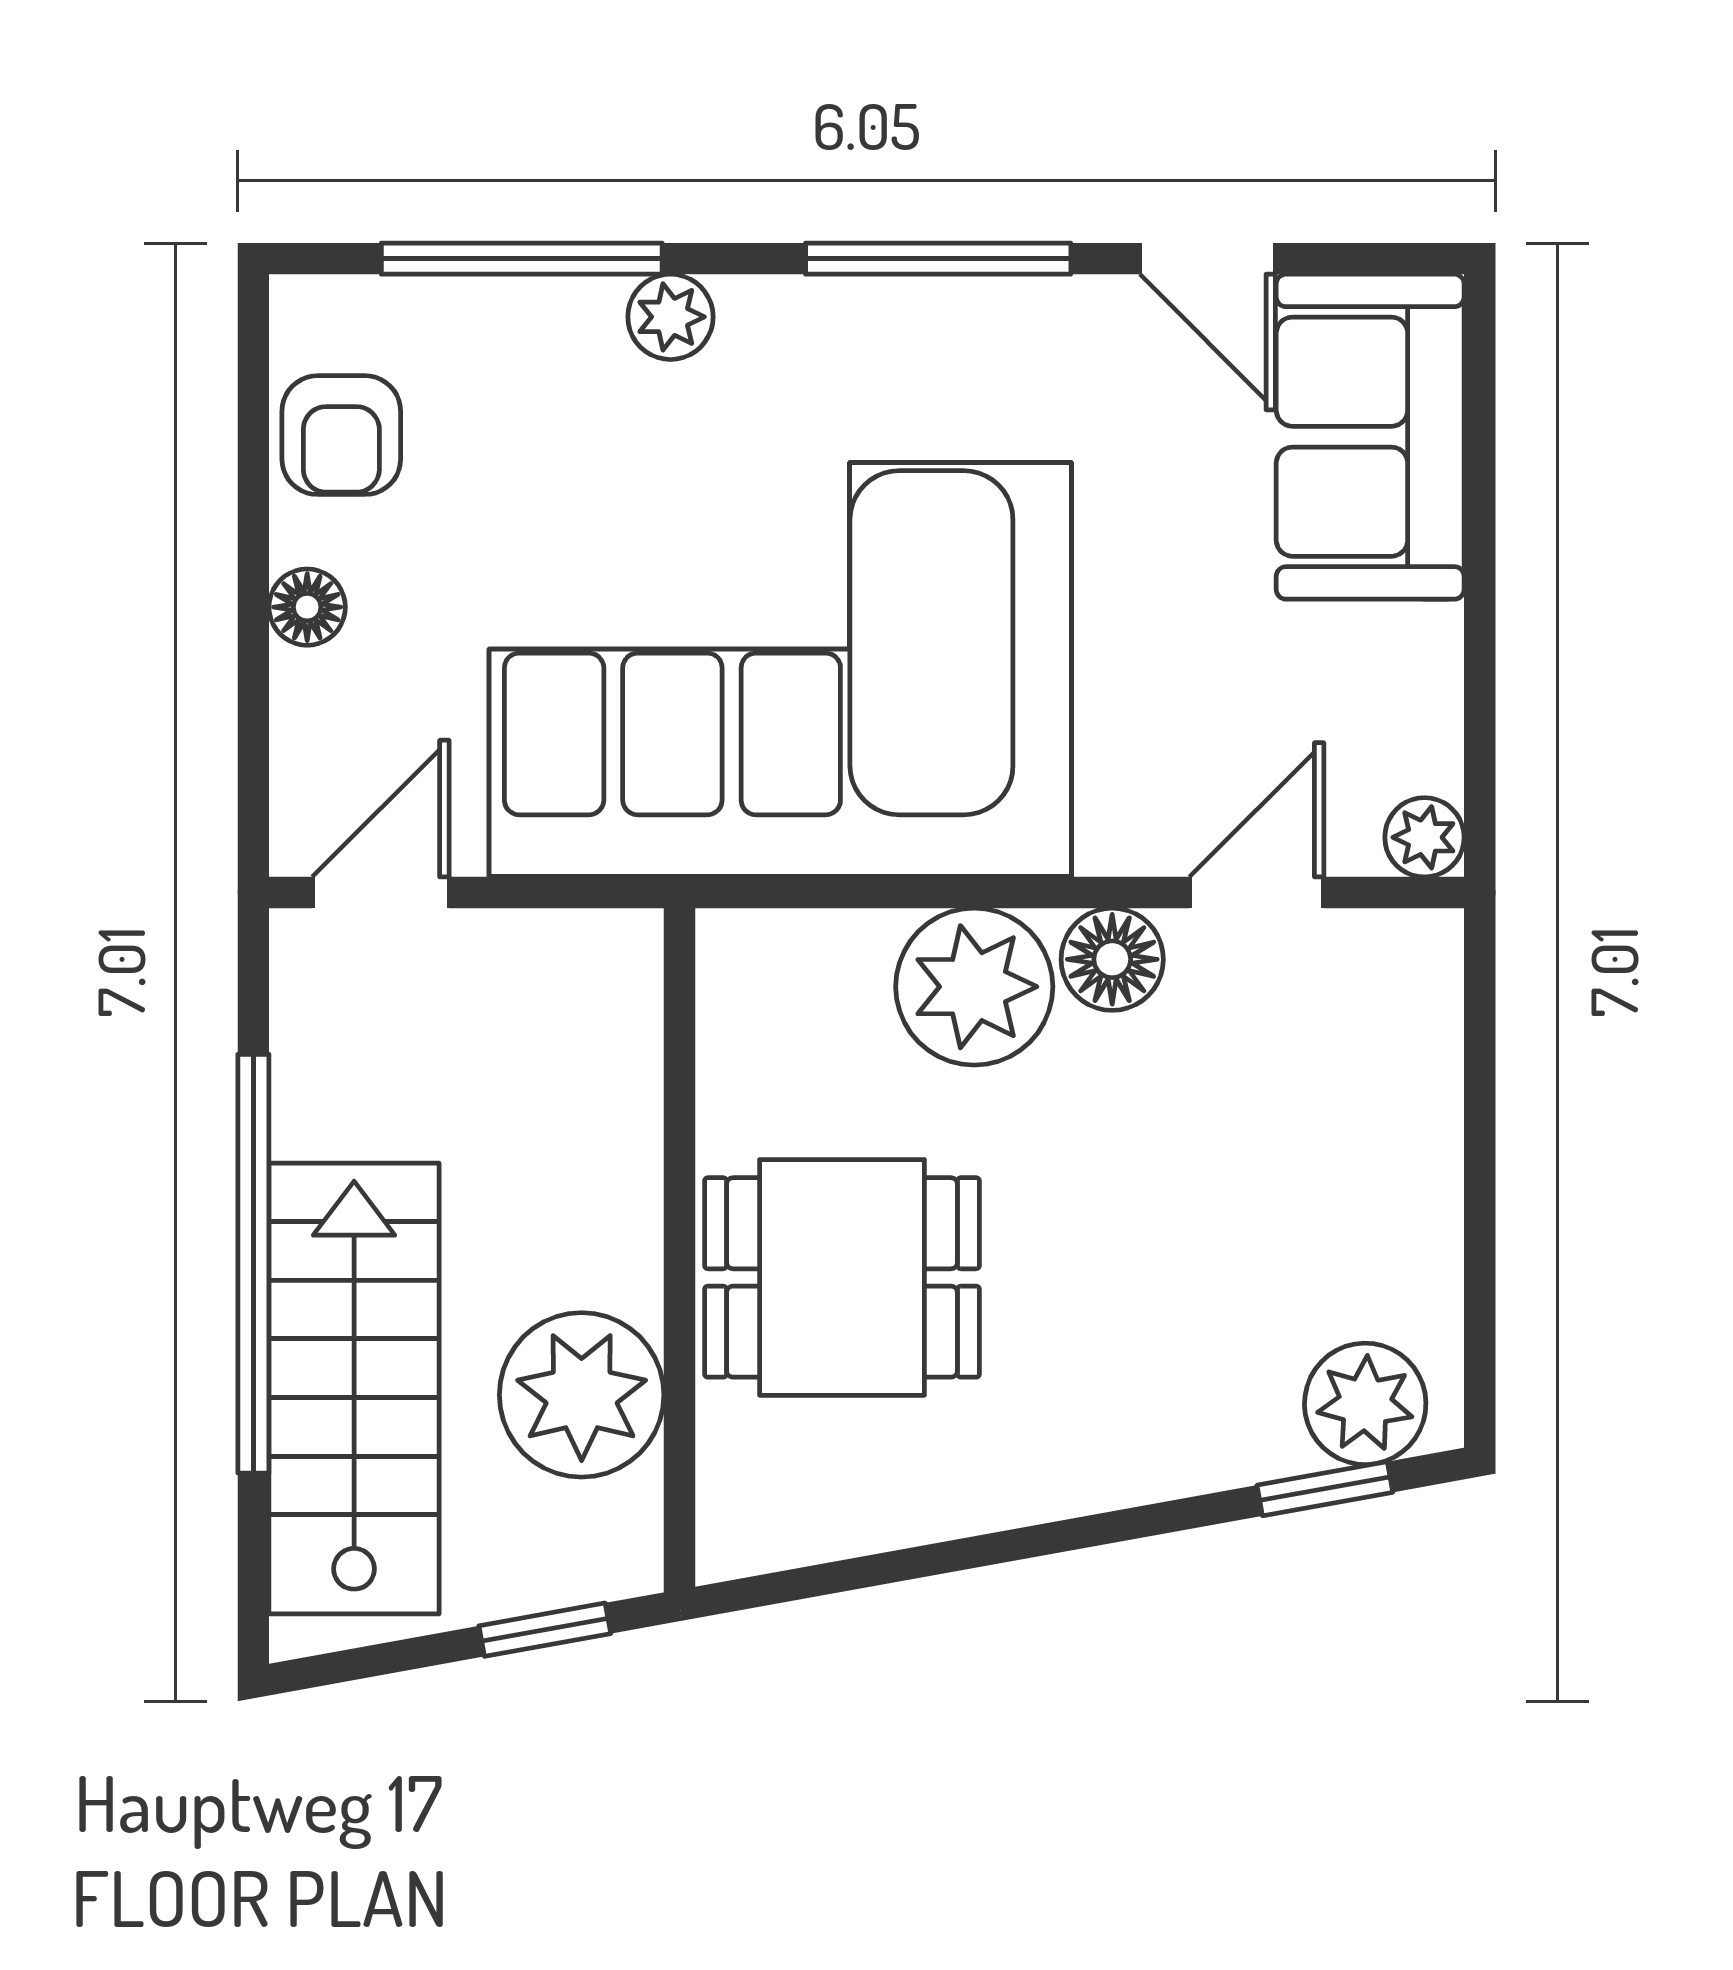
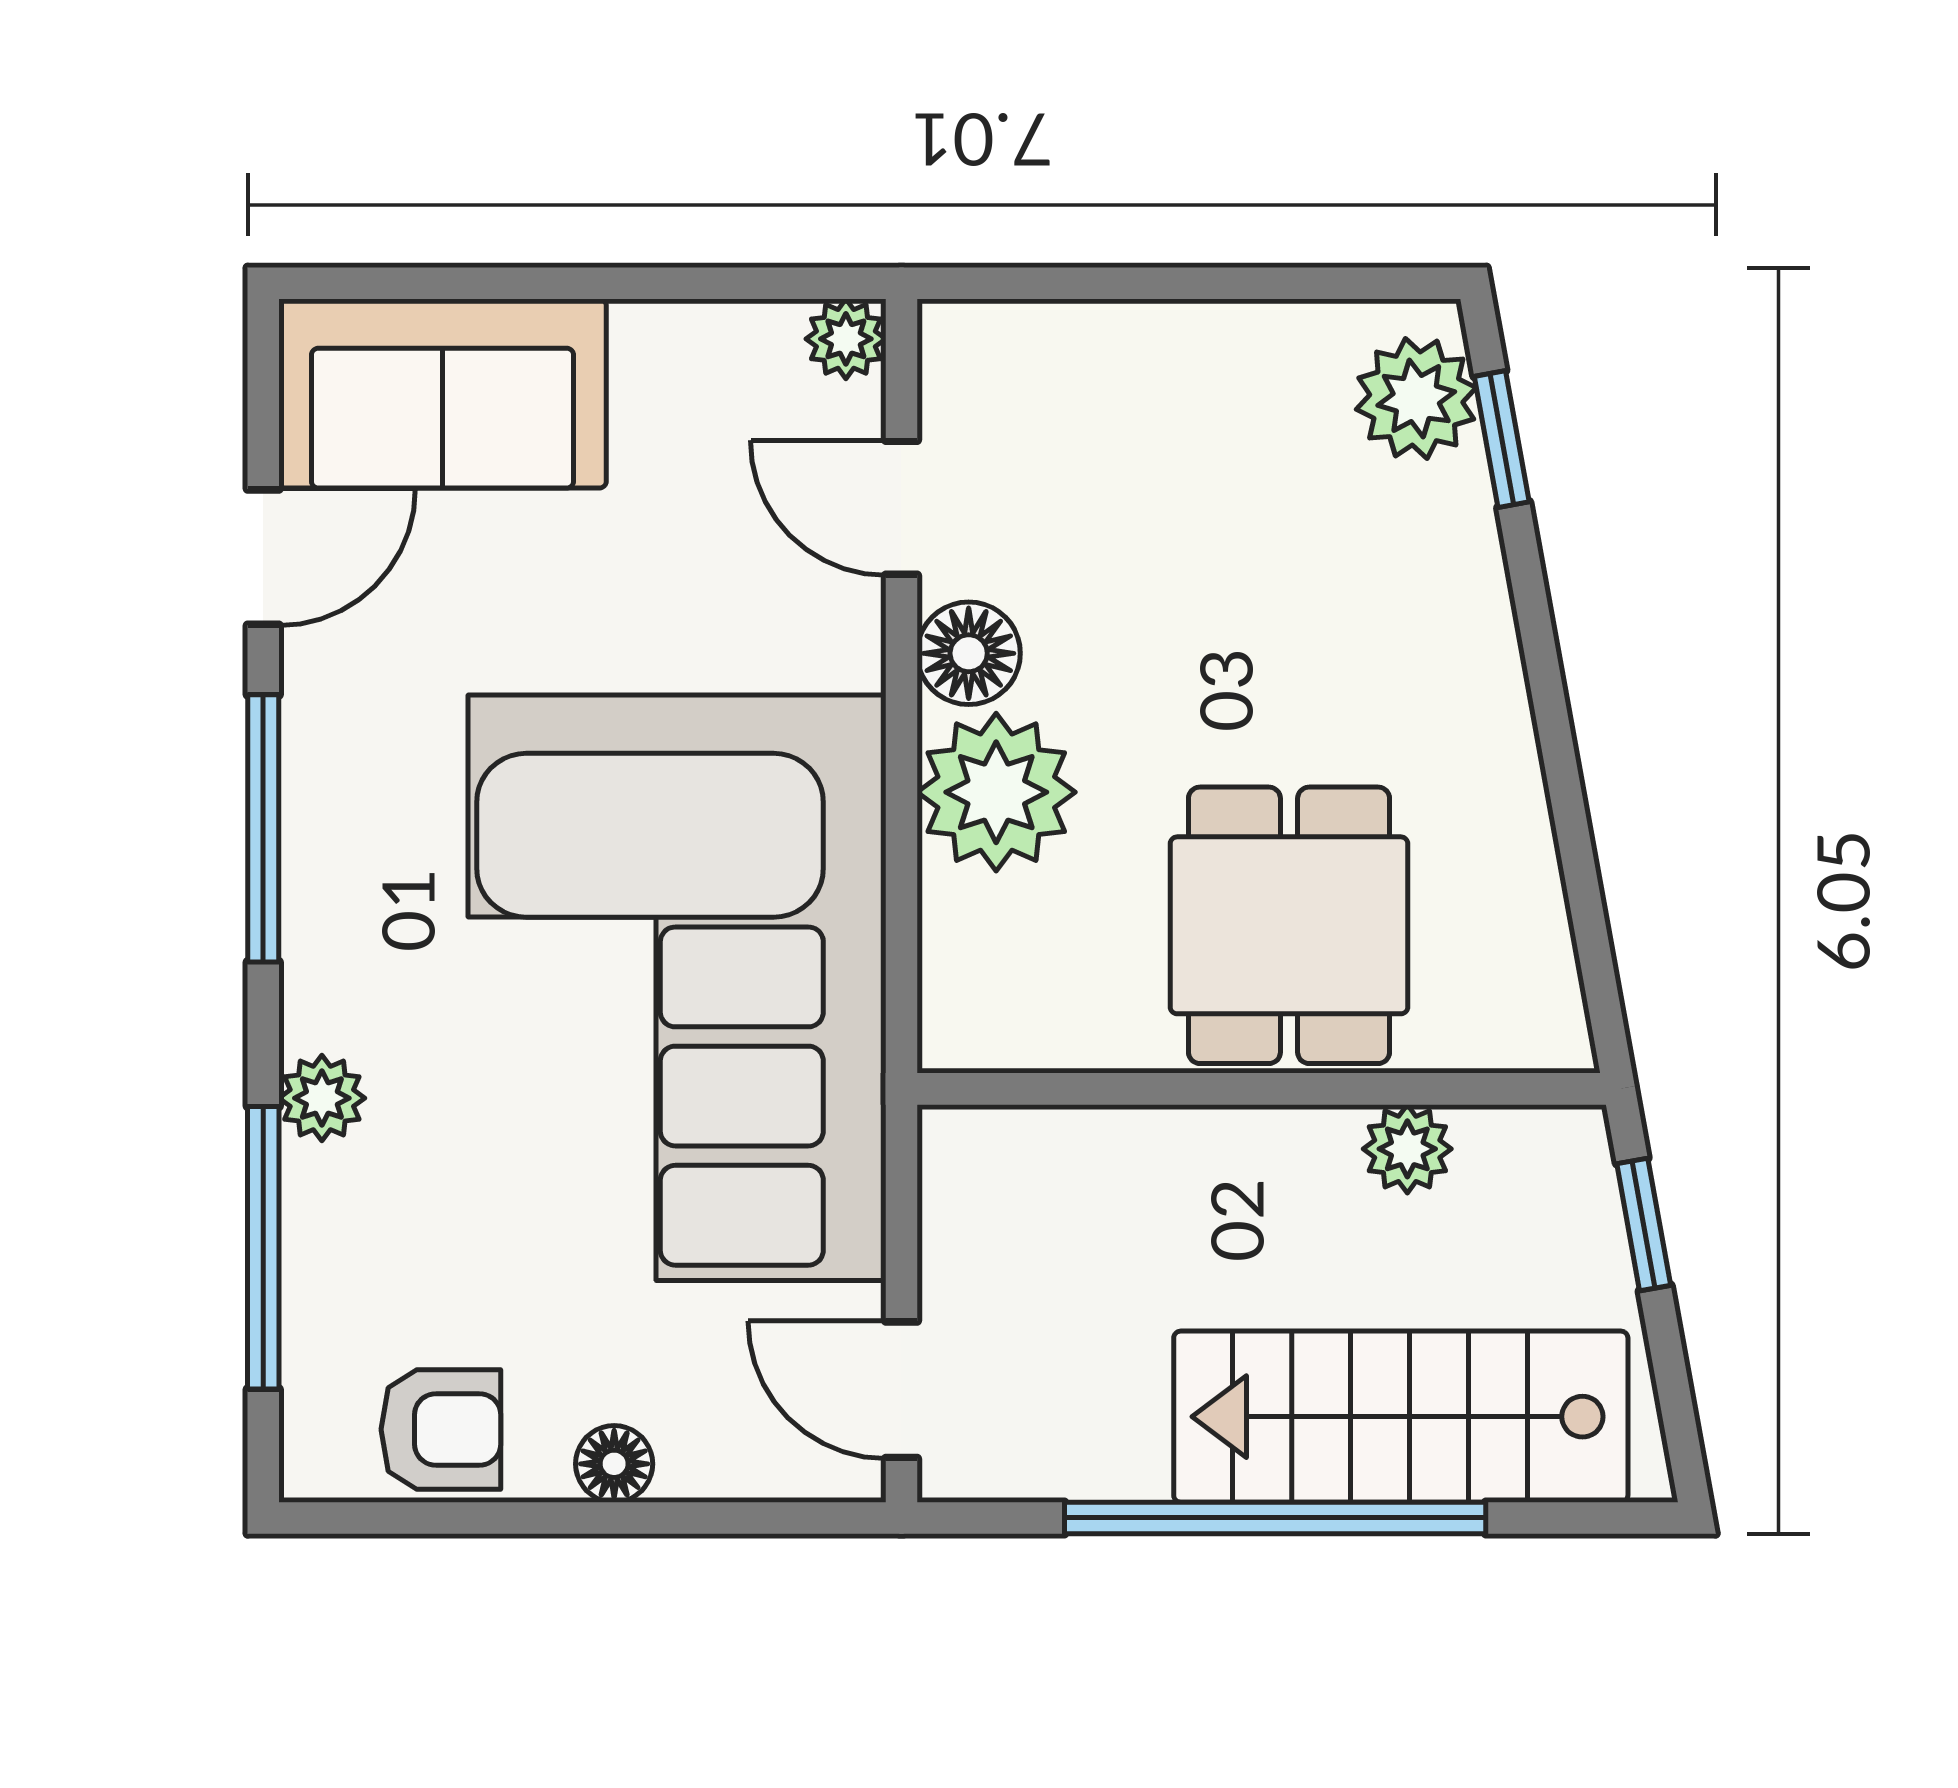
plant: (582, 1395) -> (1407, 1149), width x0.53, depth x0.53

